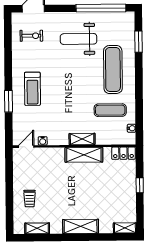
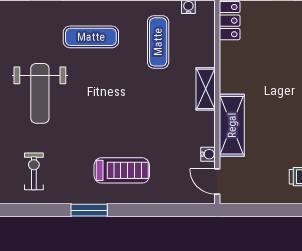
exercise mat: (113, 69) -> (91, 37), width x0.73, depth x0.69
window: (9, 101) -> (89, 210), moved
shelving: (84, 155) -> (232, 125), moved

